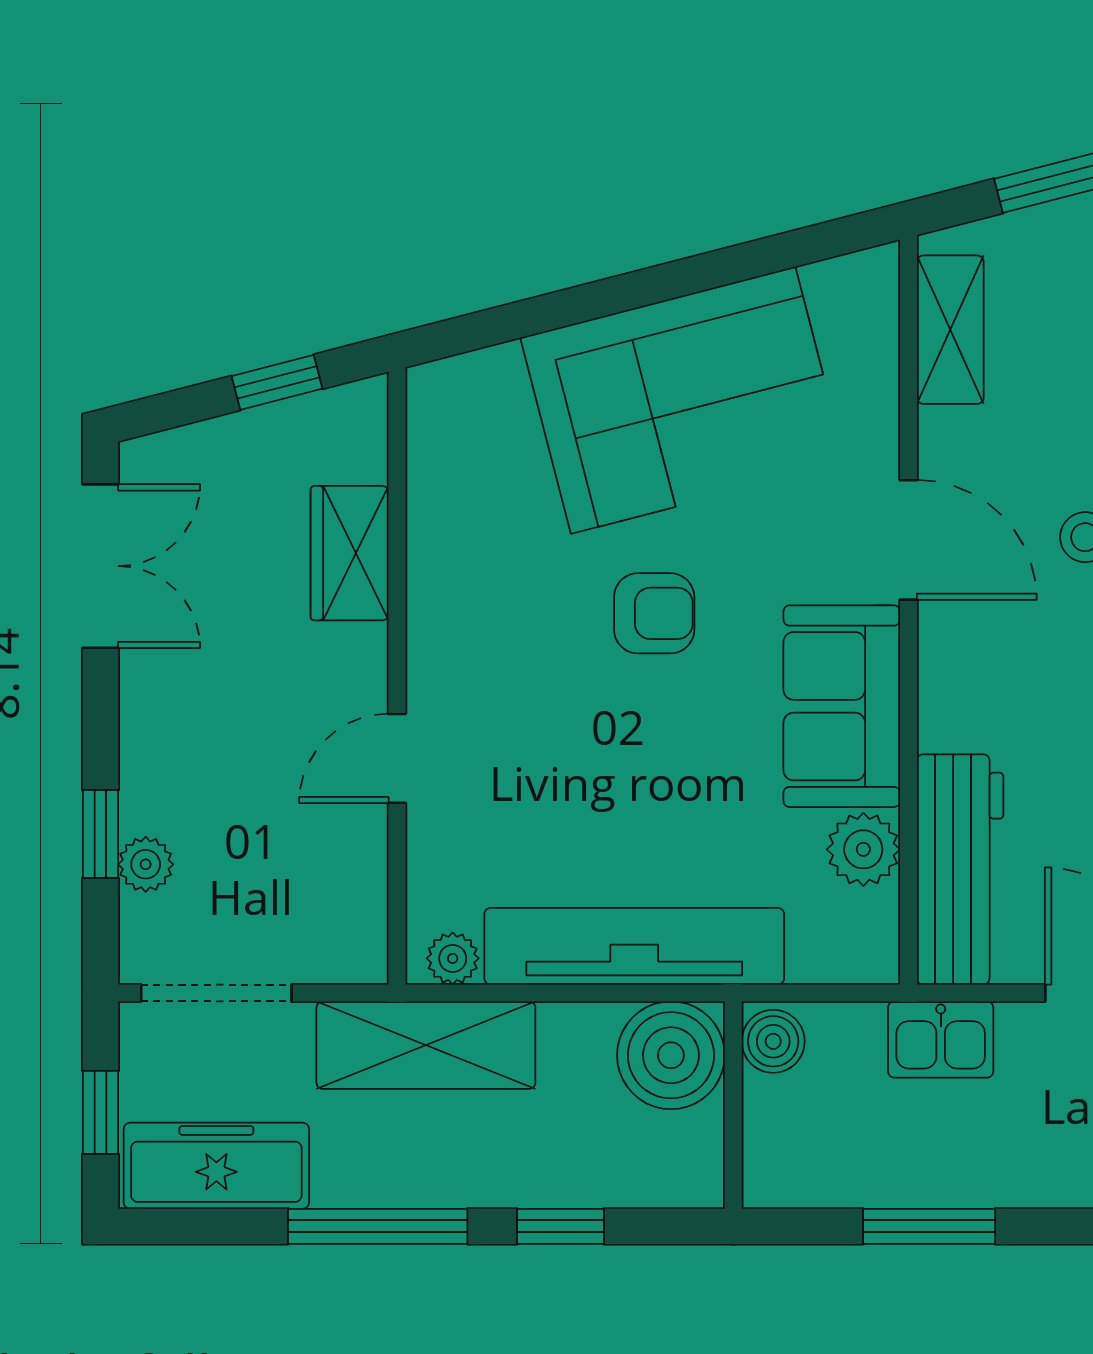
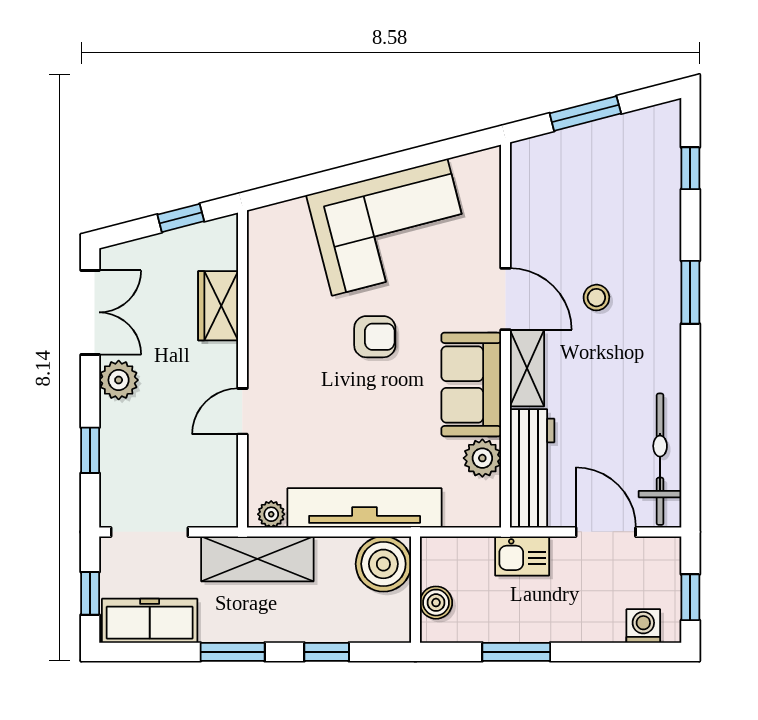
shelving: (950, 330) -> (527, 368), moved
plant: (146, 864) -> (119, 380), moved, width x1.38, depth x1.38
boiler: (773, 1041) -> (436, 603), moved
window: (378, 1226) -> (233, 652), width x0.69

